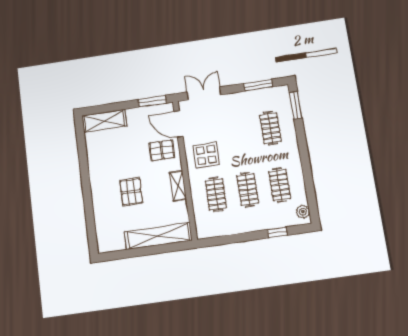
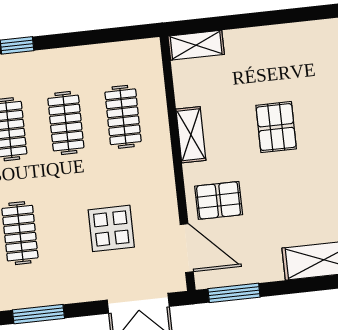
display table: (206, 155) -> (111, 228), moved
shelving: (158, 236) -> (196, 45), width x0.45, depth x0.75

